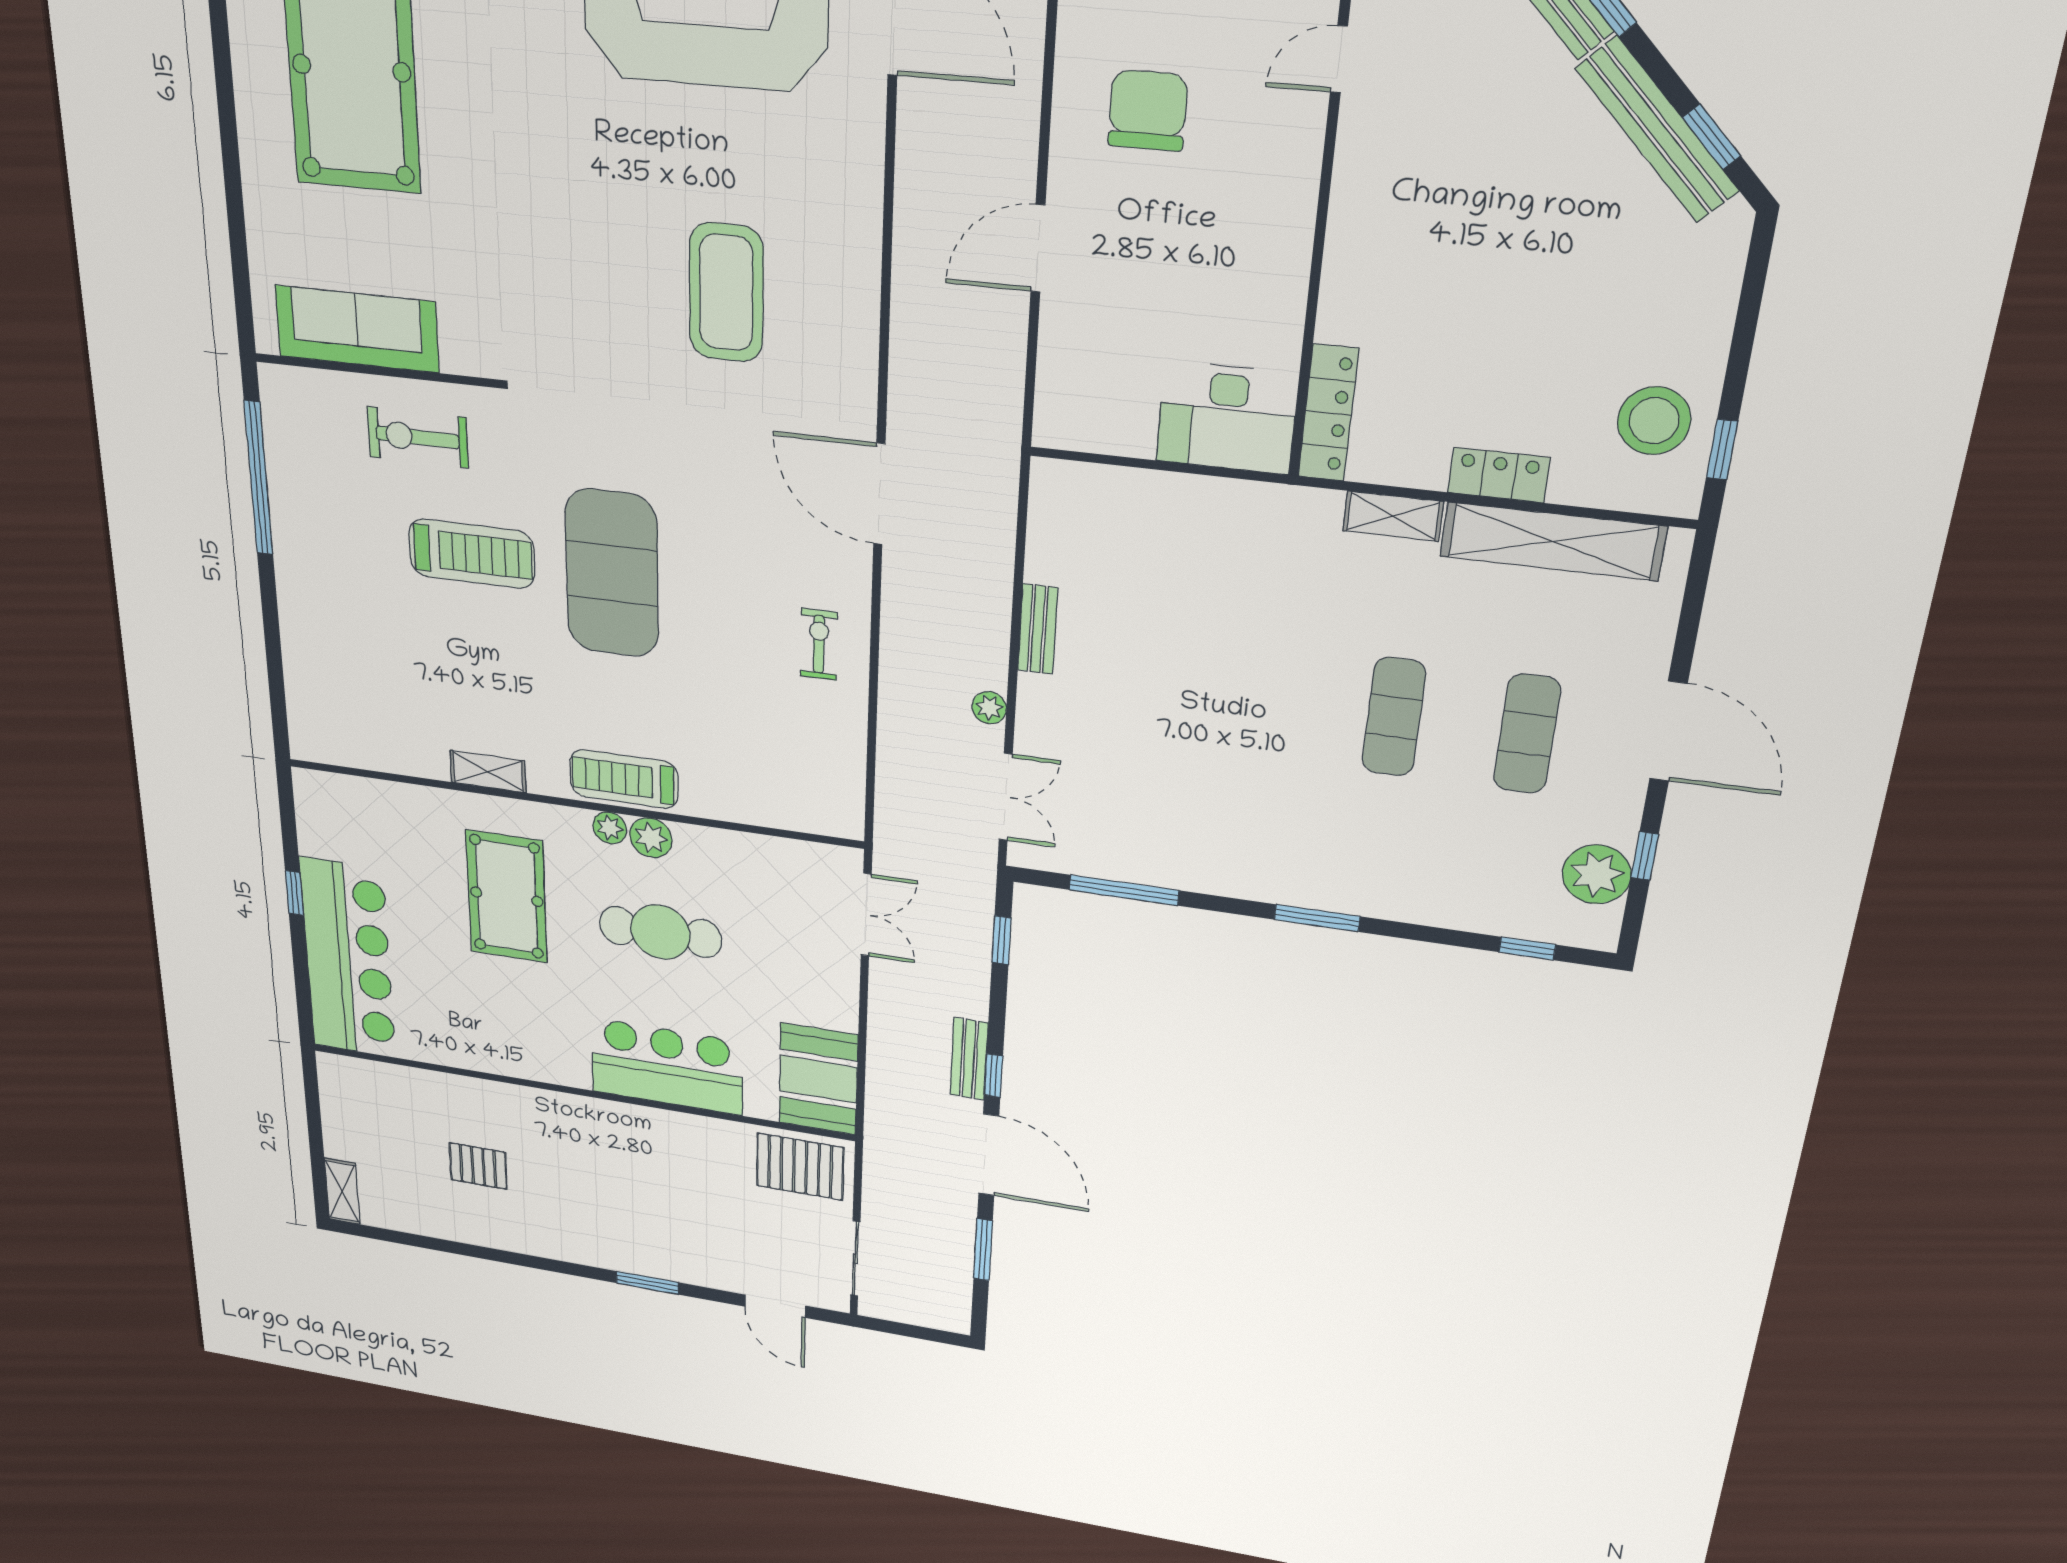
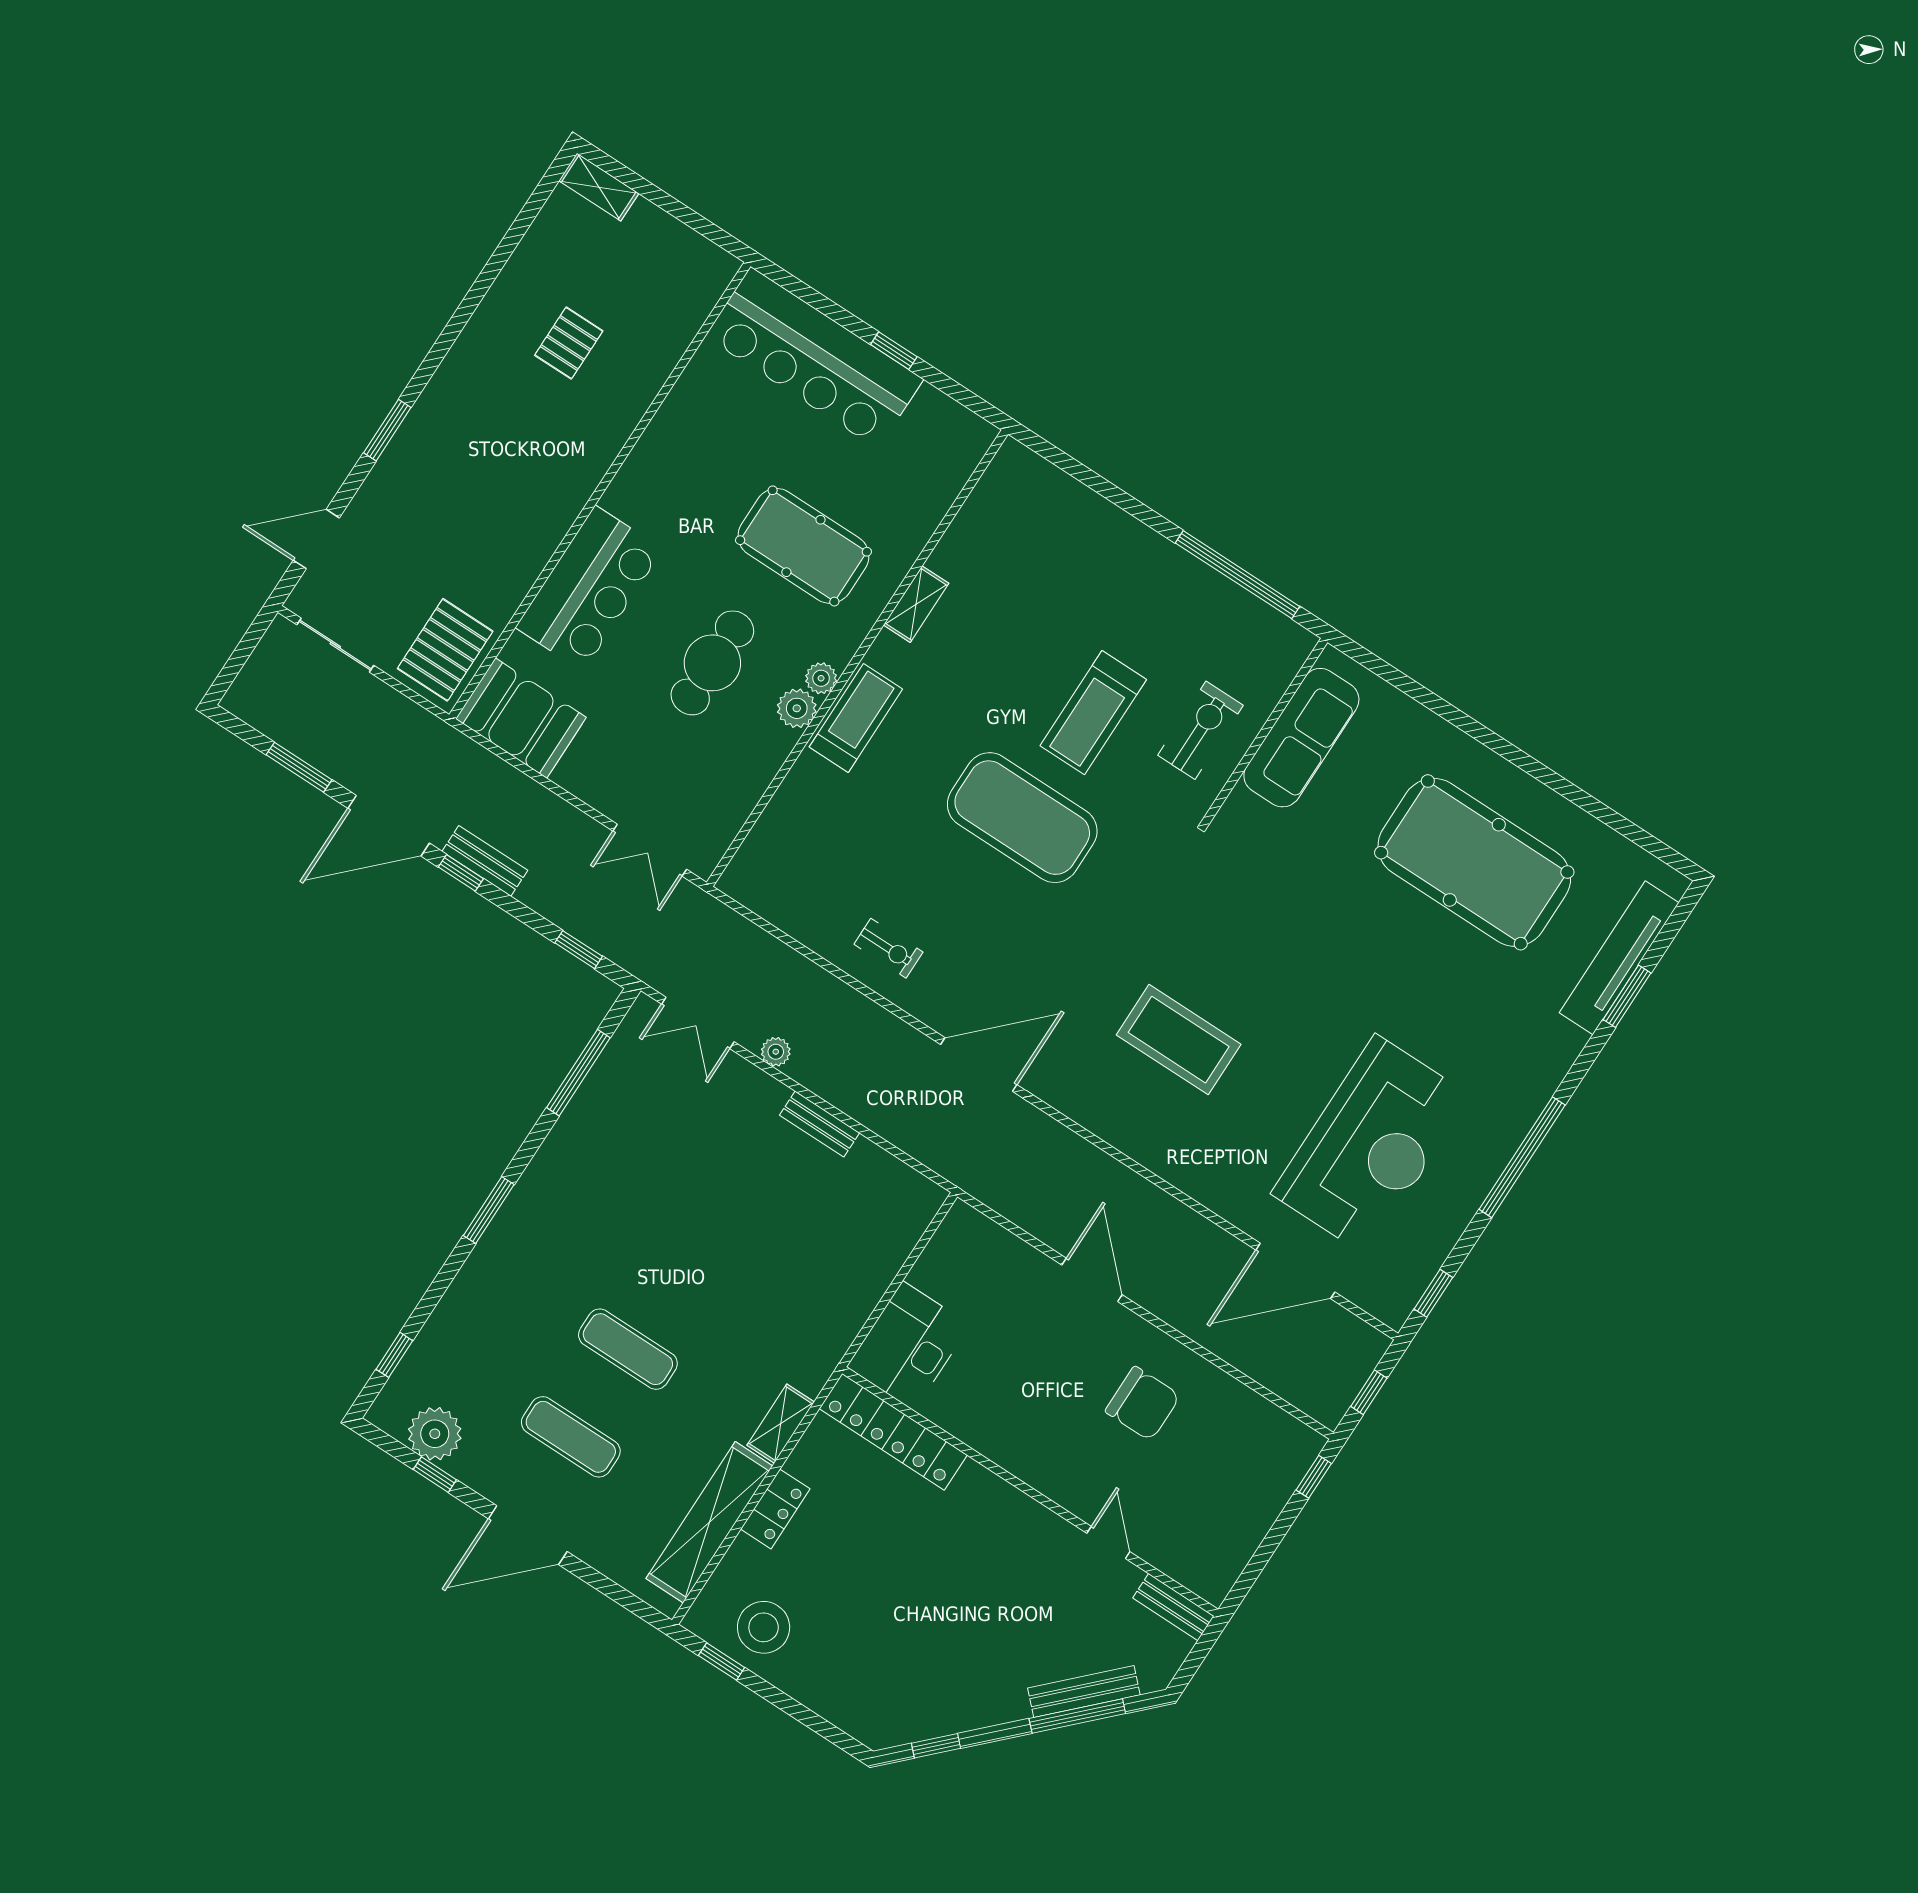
bench: (1657, 130) -> (958, 1716), removed
locker: (1328, 413) -> (893, 1432), width x1.41, depth x1.21

